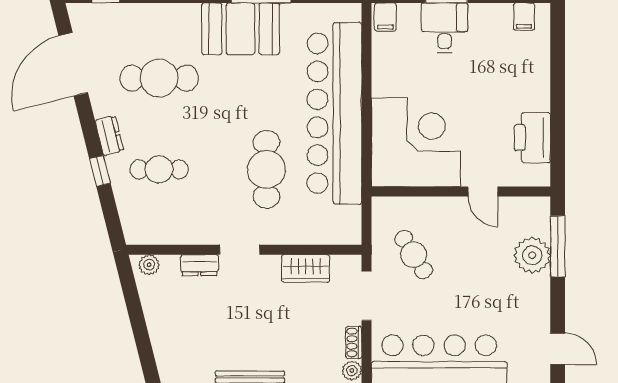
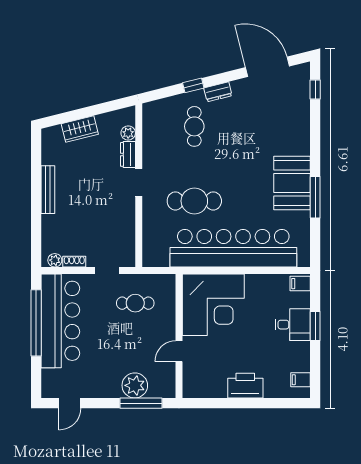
cafe table: (159, 78) -> (258, 126), removed
printer: (532, 138) -> (245, 386), moved
cafe table: (414, 255) -> (135, 303), turned 32
plant: (149, 265) -> (128, 133), moved
wardrobe: (306, 268) -> (80, 129), moved, turned -104
doorway: (366, 296) -> (107, 270), width x0.73

